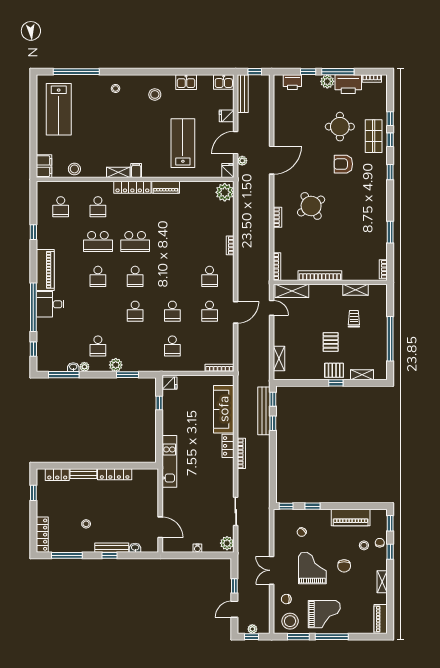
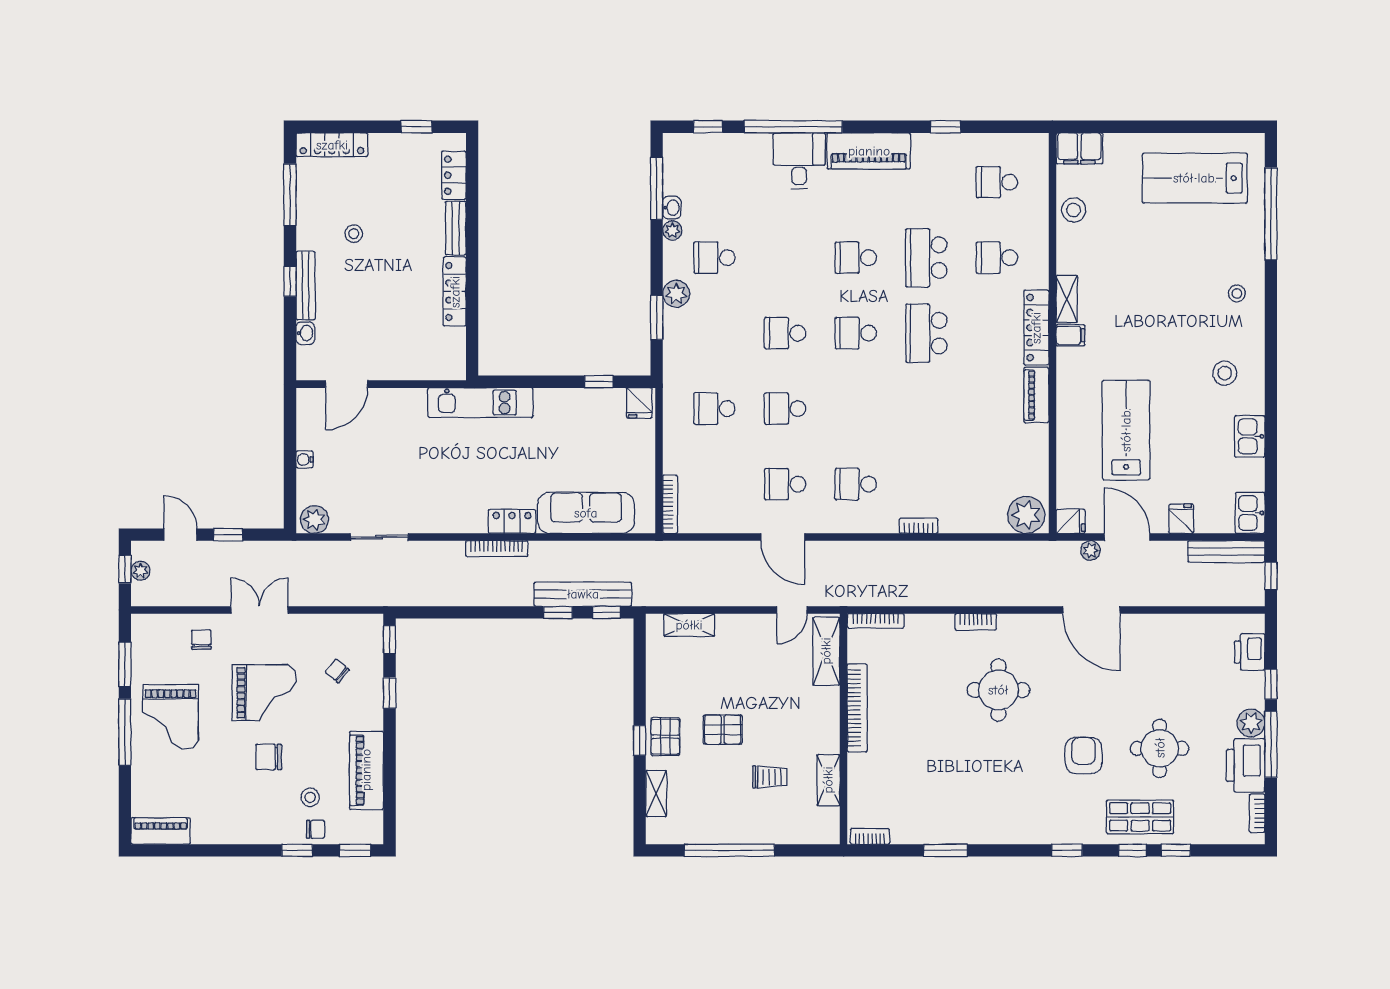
lab bench: (183, 143) -> (1126, 430), turned -90
round table: (311, 206) -> (998, 690), turned 33
shelving: (382, 582) -> (236, 834), removed
stool: (290, 621) -> (156, 647), removed

